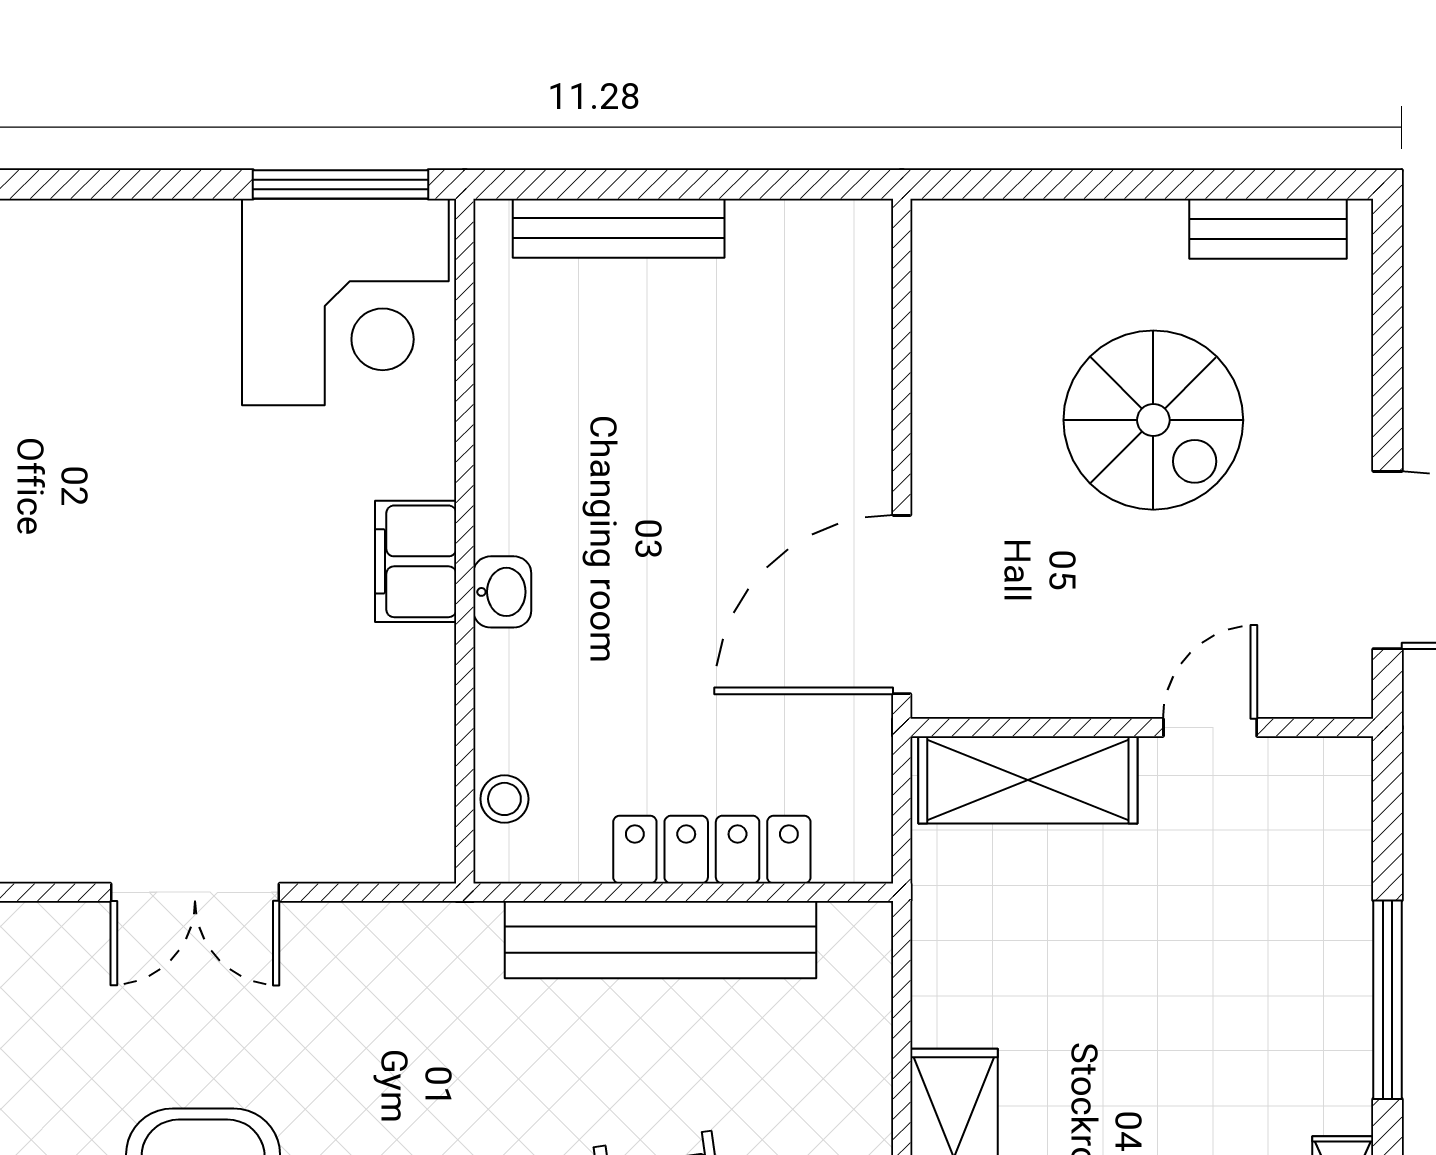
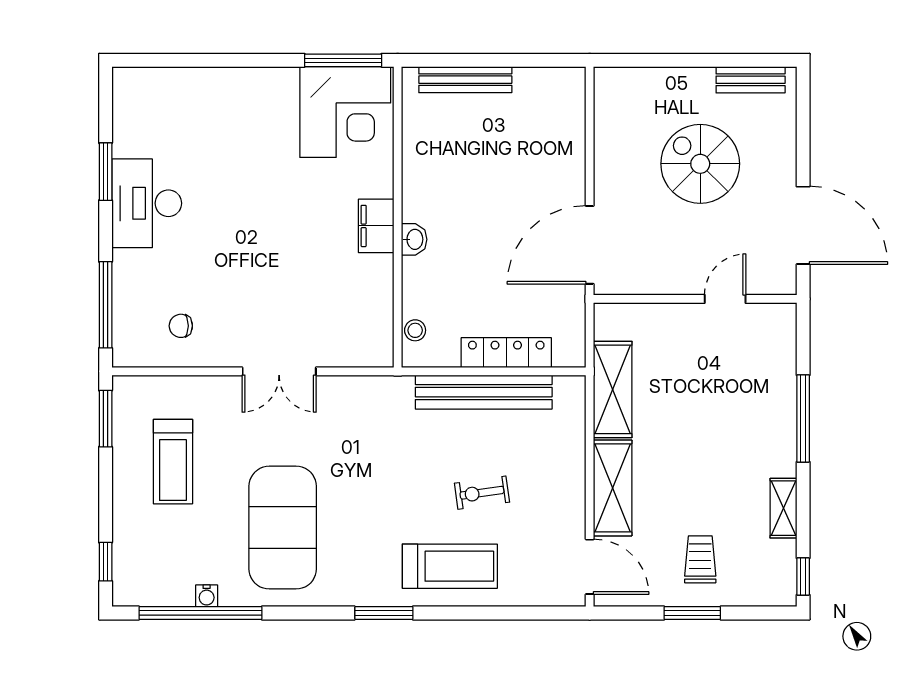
spiral stairs: (1153, 420) -> (700, 164), turned 180
shelving: (1028, 780) -> (613, 389), moved, turned 90

